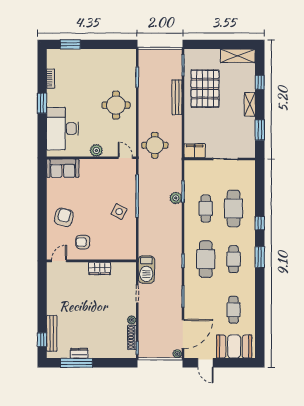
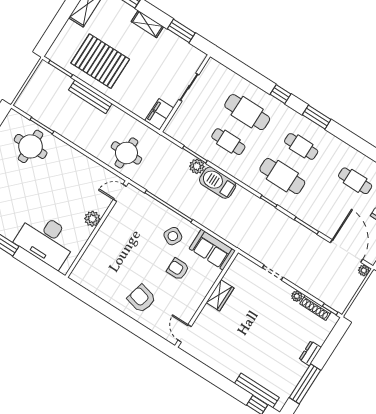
round table: (116, 105) -> (31, 146), moved
sofa: (63, 168) -> (212, 250), moved, turned 90
armchair: (83, 242) -> (178, 269), moved, turned 90
barbecue: (146, 269) -> (218, 183), moved, turned 180
dresser: (79, 353) -> (310, 353), moved

